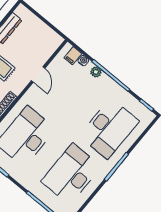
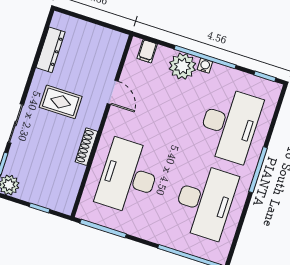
water cooler: (83, 61) -> (205, 66), moved
plant: (96, 72) -> (182, 66), width x1.88, depth x1.88
desk: (71, 174) -> (205, 201), turned 180

